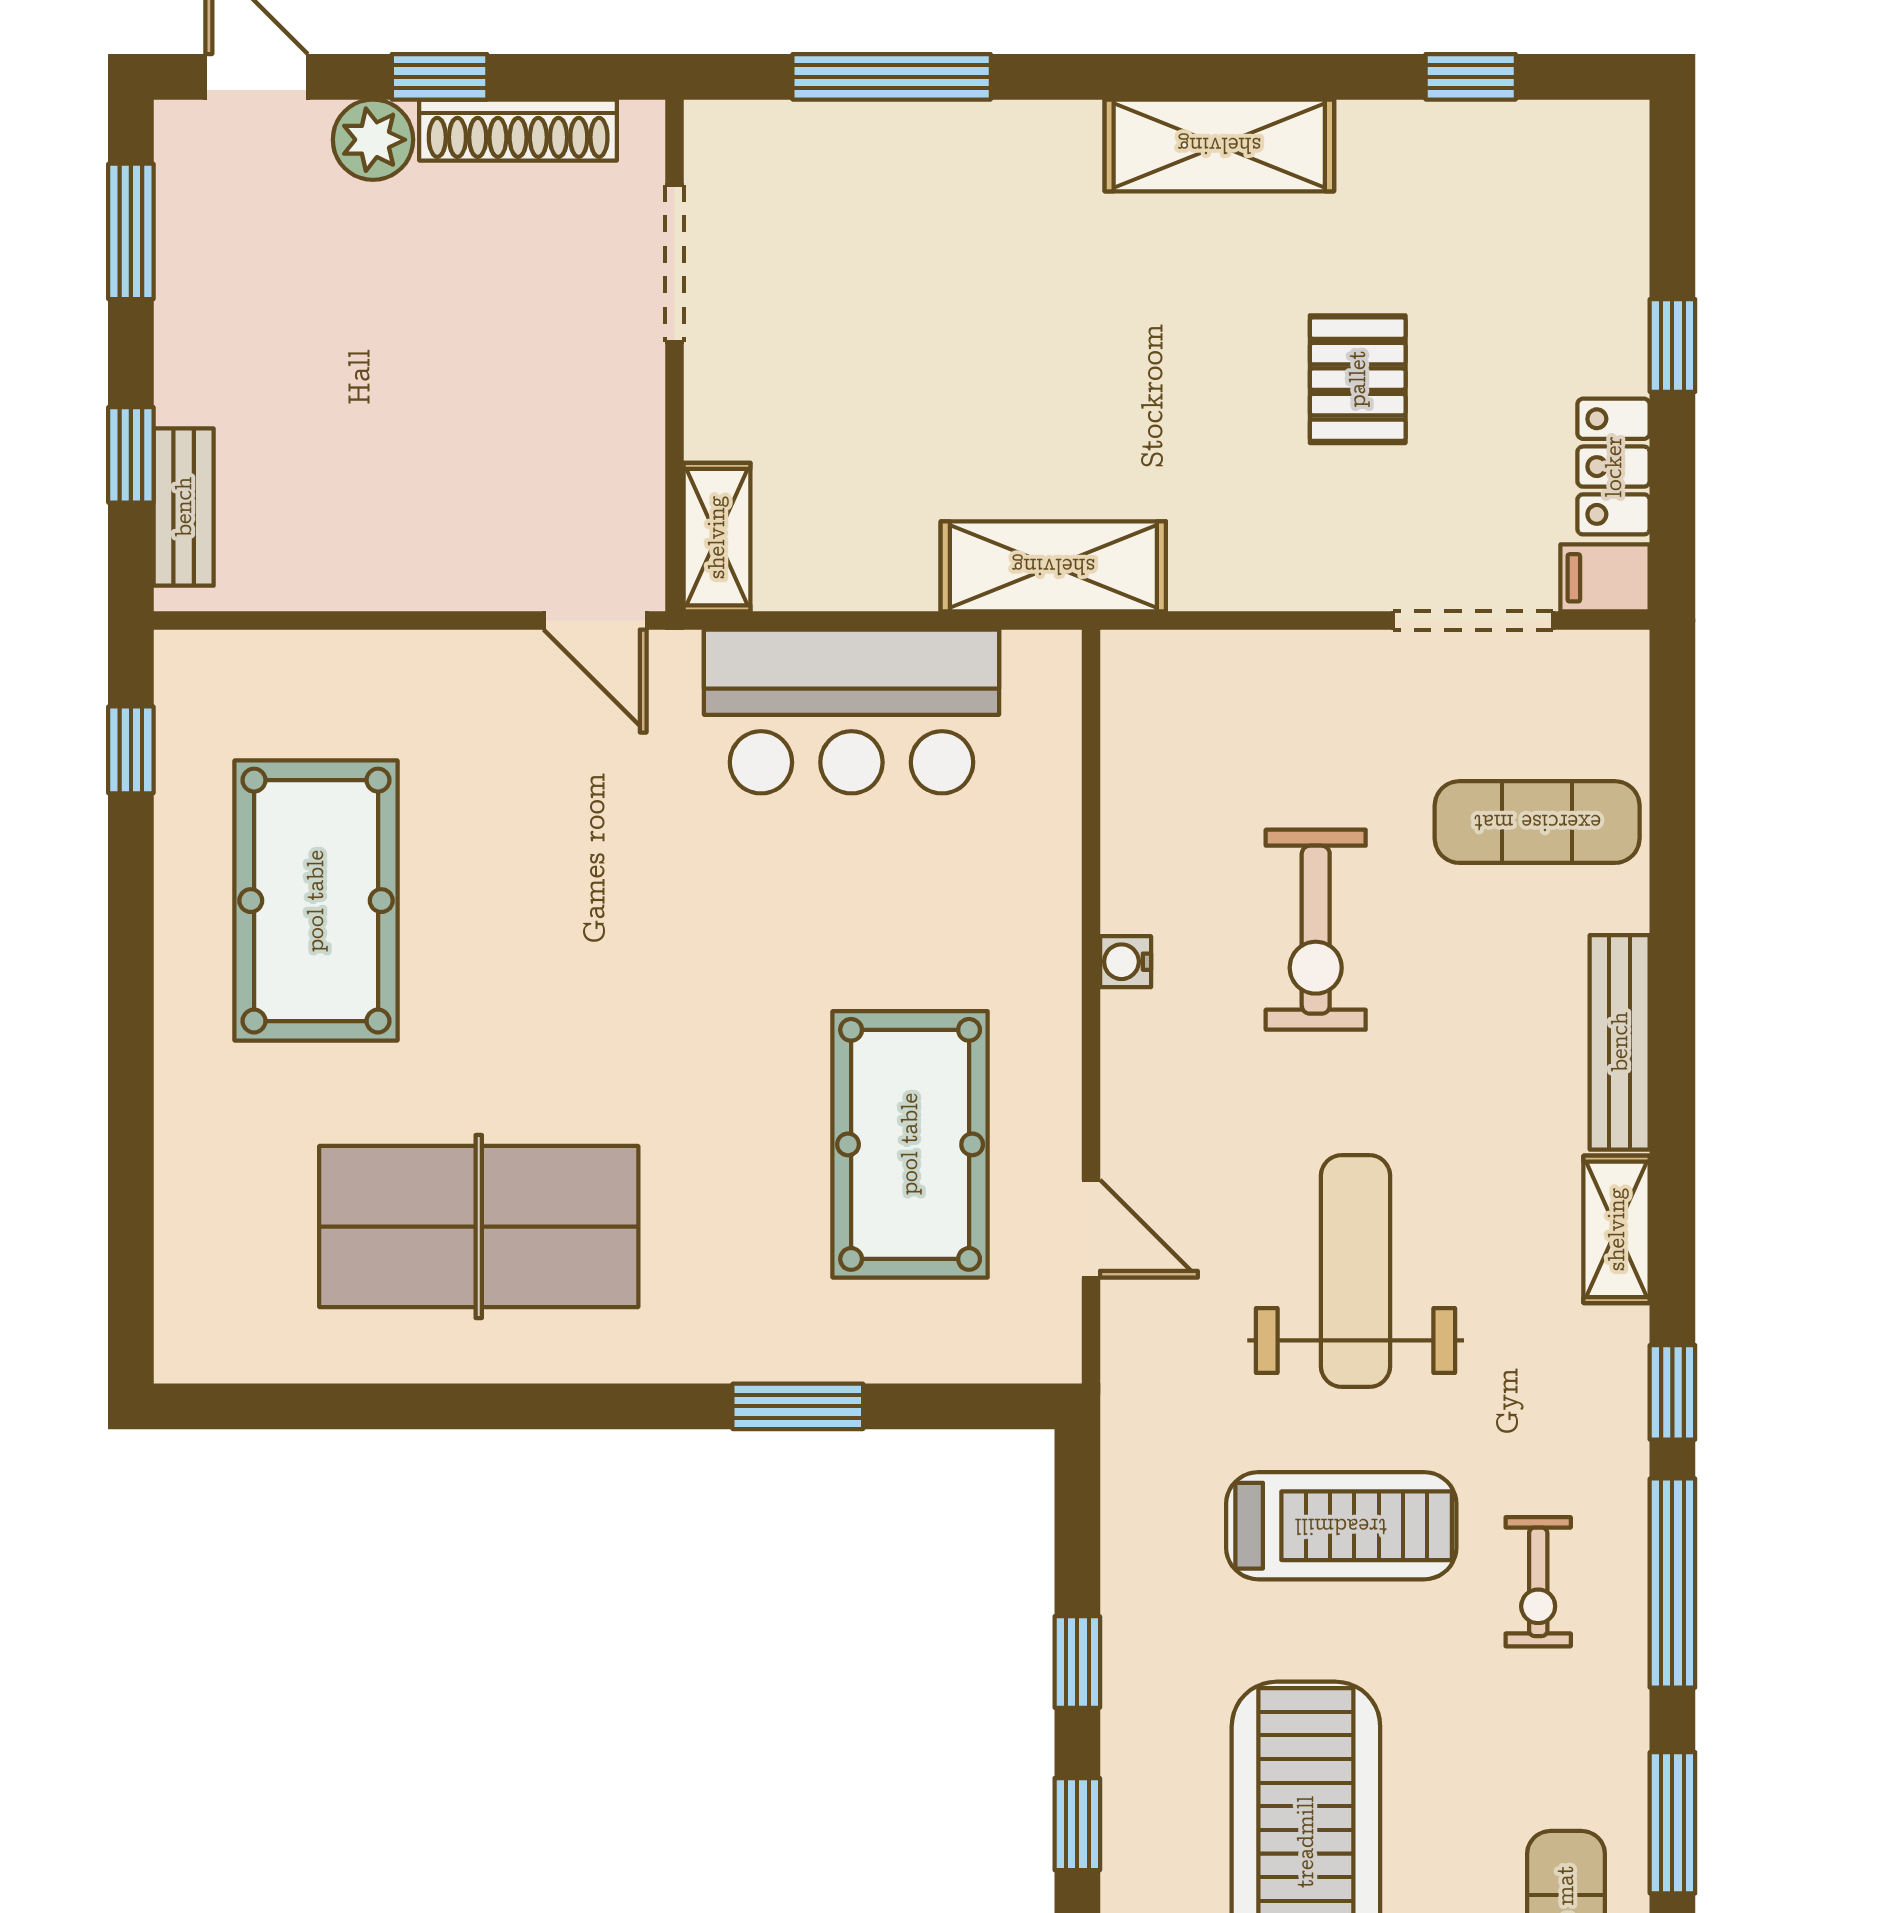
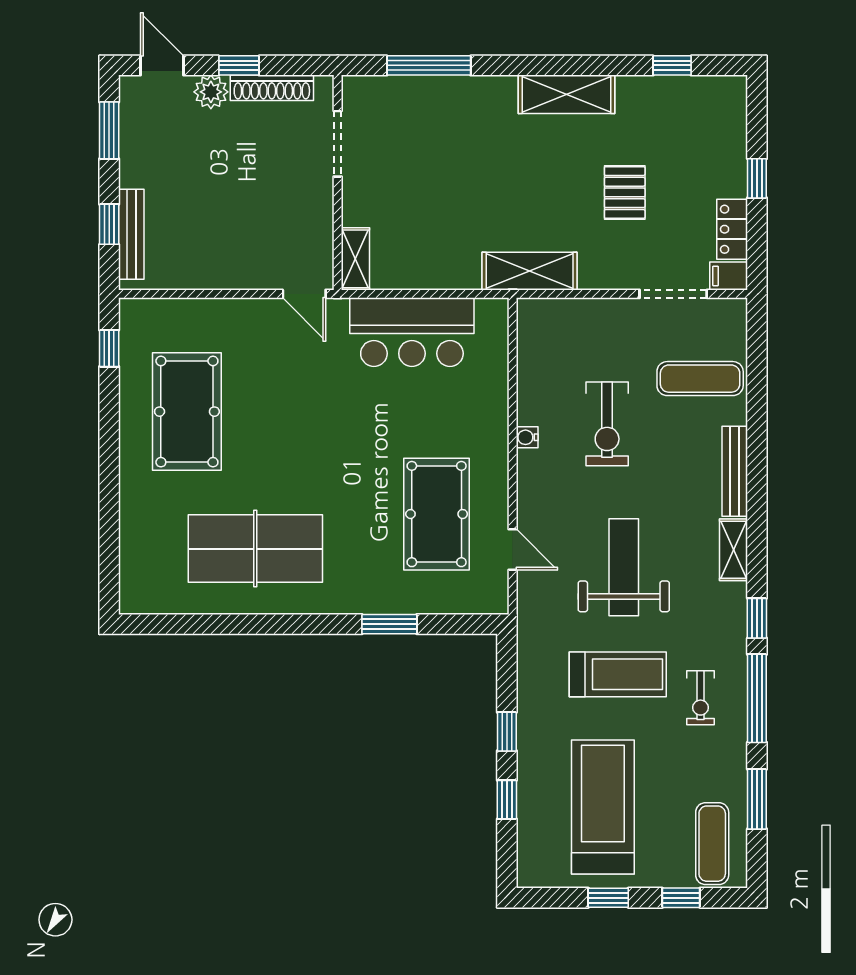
bench: (184, 507) -> (131, 234), width x1.36
shelving: (1053, 566) -> (530, 271), moved

